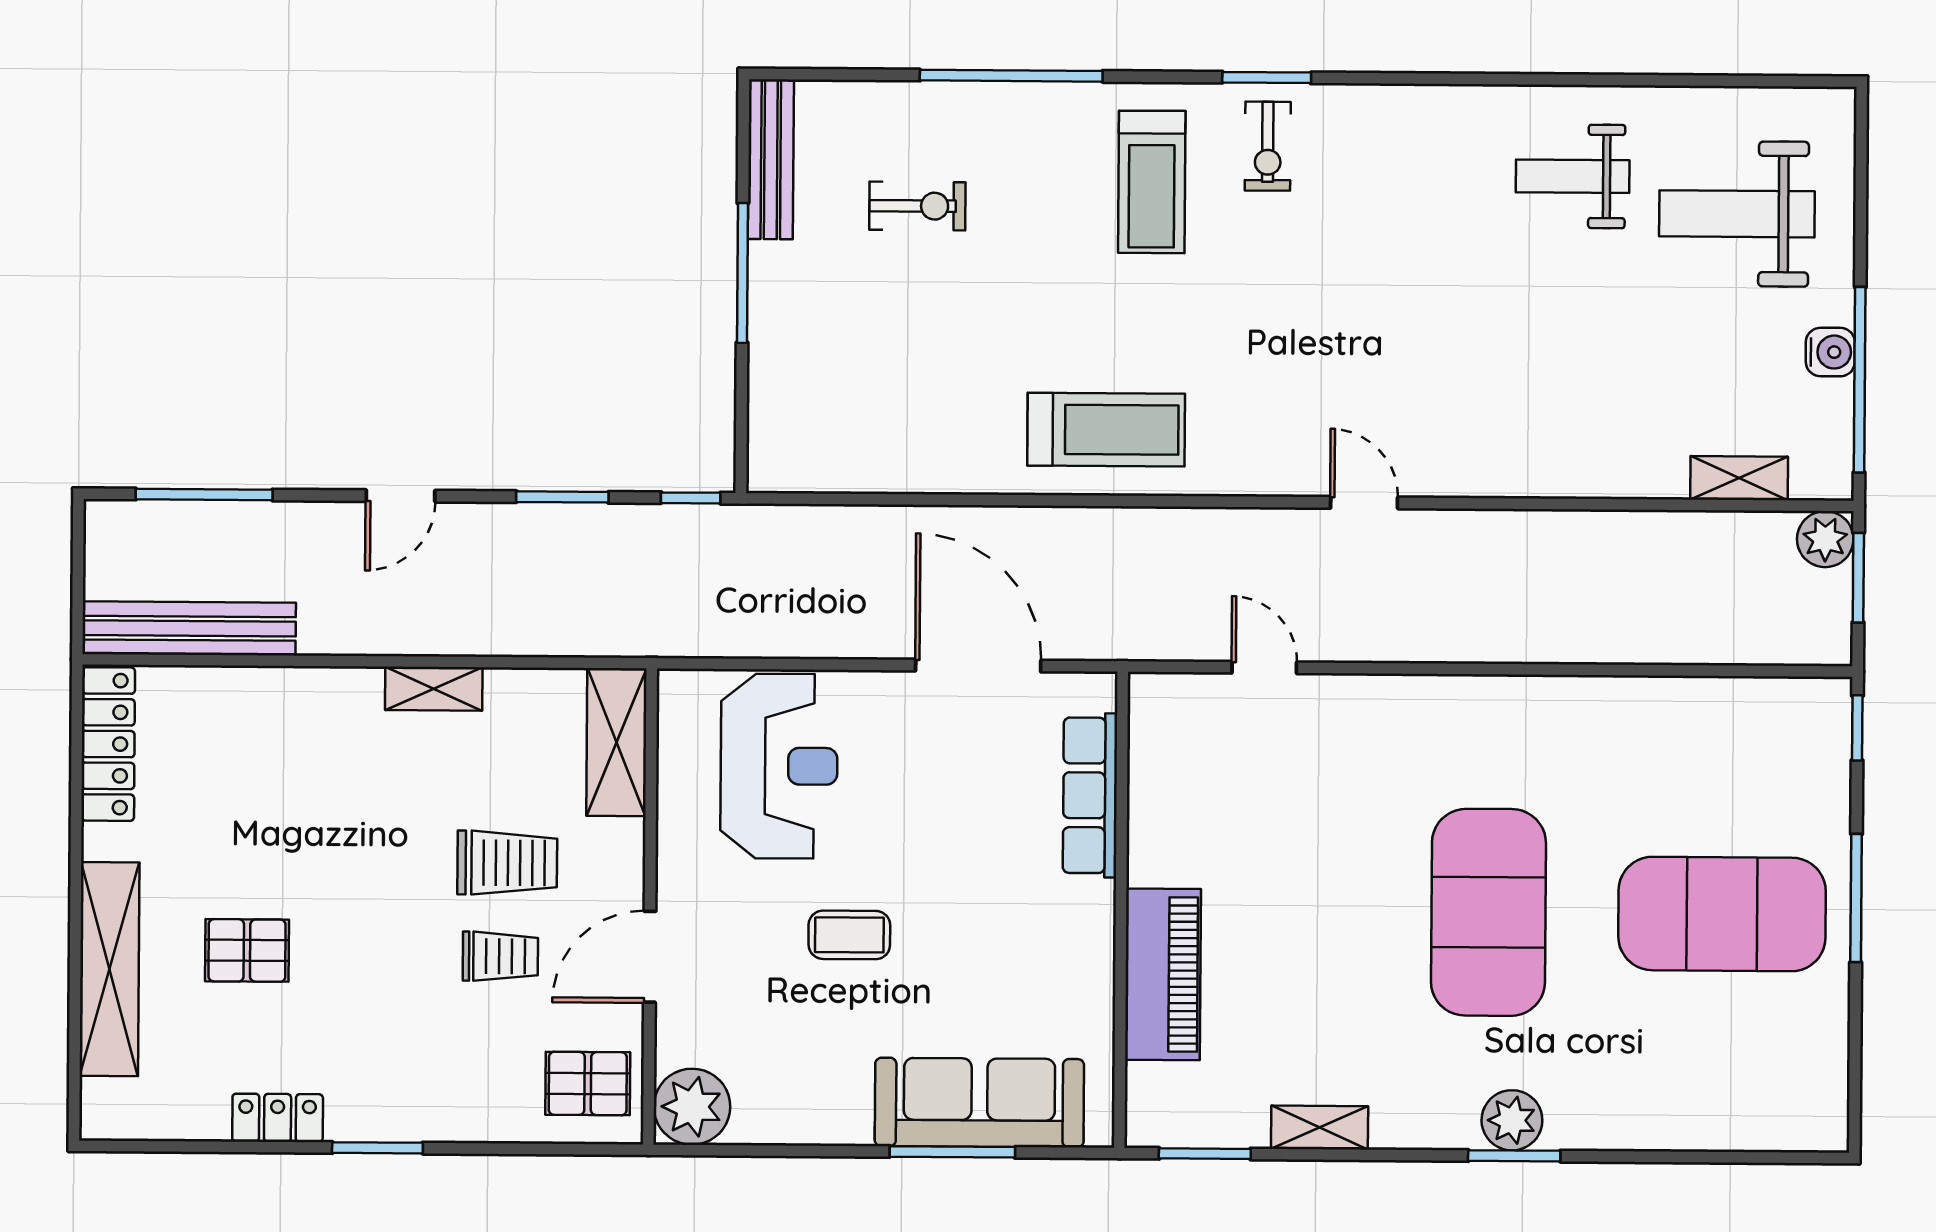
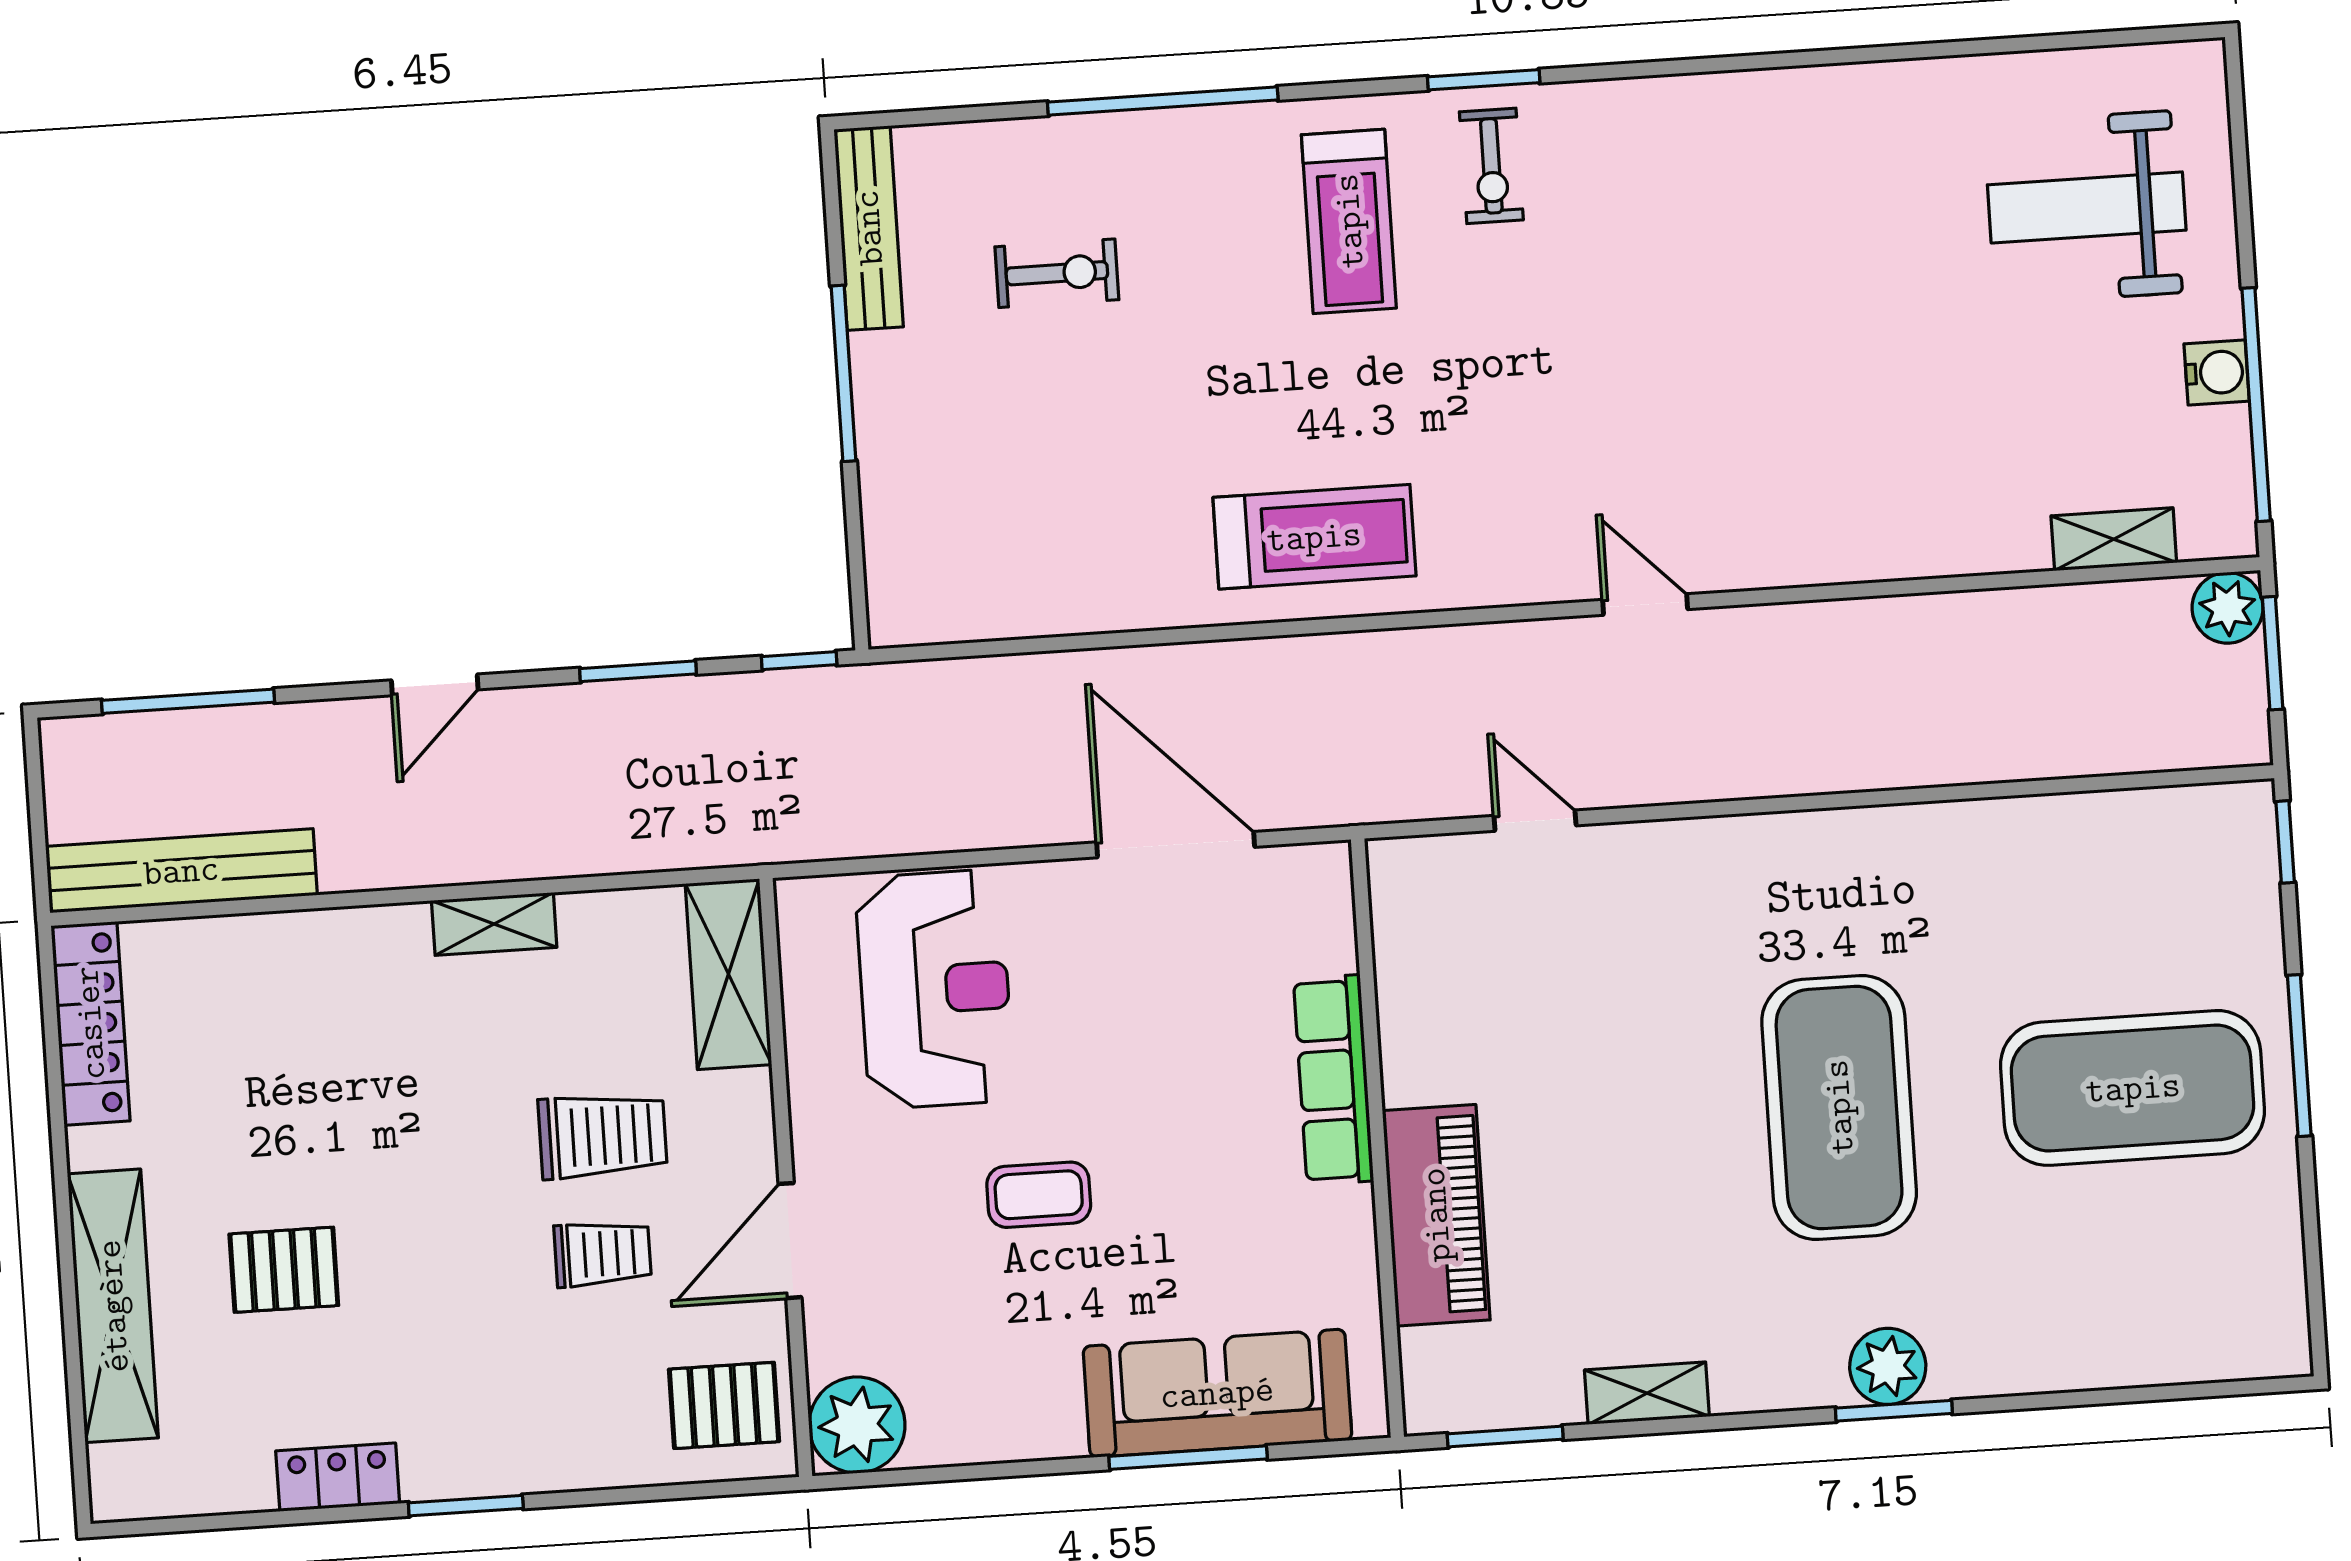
weight bench: (1573, 176) -> (1877, 175), removed
row of seats: (1090, 795) -> (1334, 1080), moved

